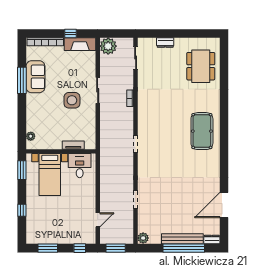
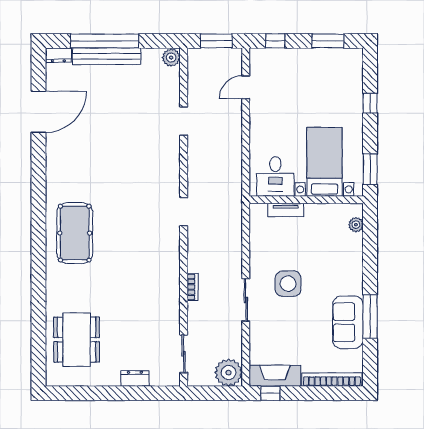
window: (70, 34) -> (270, 393), moved

